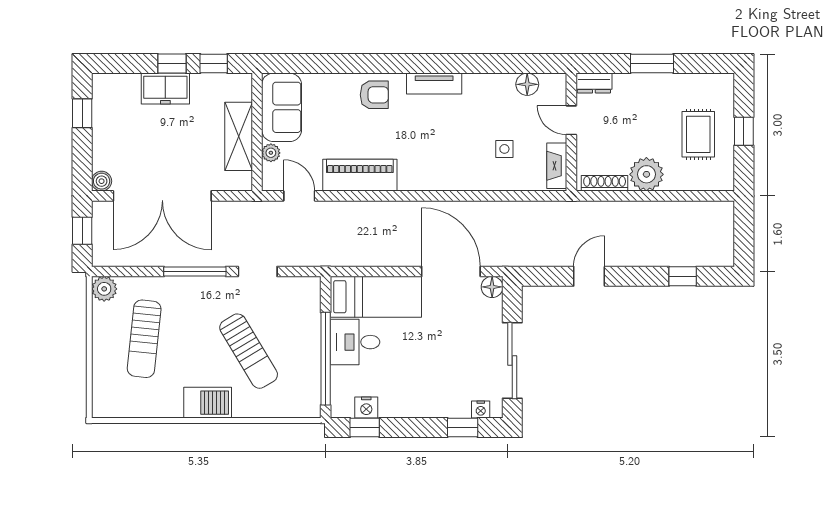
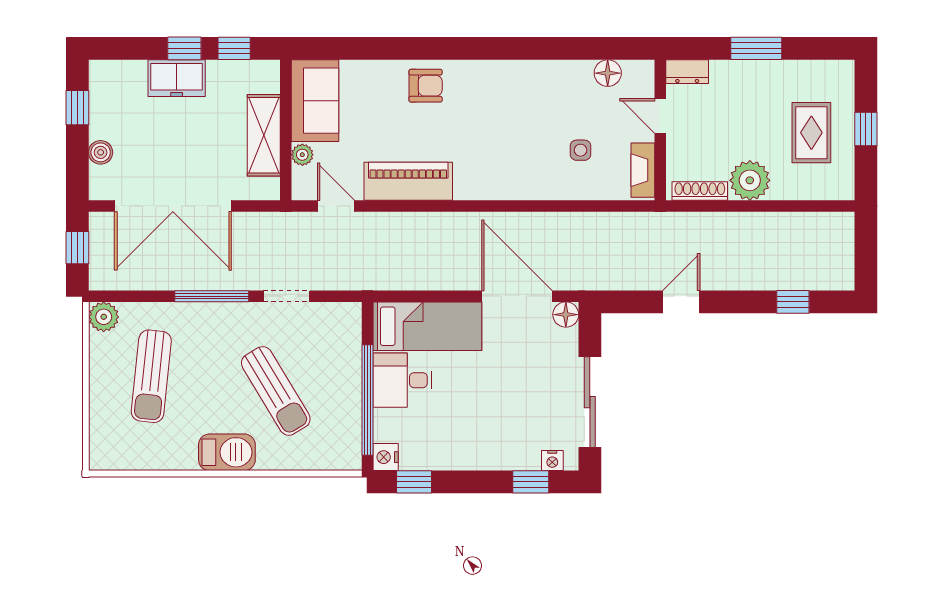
tv unit: (434, 83) -> (497, 72), removed
boiler: (102, 181) -> (101, 152), moved
nightstand: (366, 408) -> (386, 457), moved, turned 90

